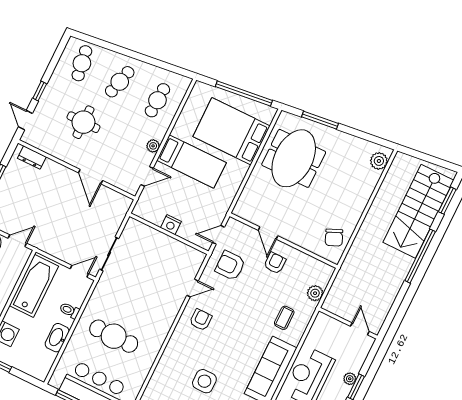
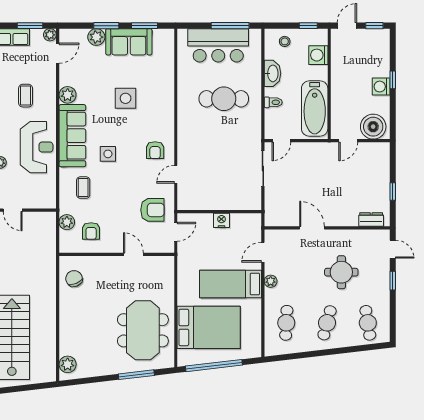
armchair: (275, 263) -> (91, 231), moved
side table: (246, 338) -> (108, 154), added
stool: (31, 362) -> (285, 41), added

